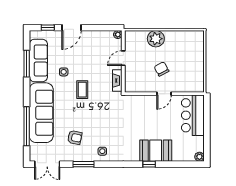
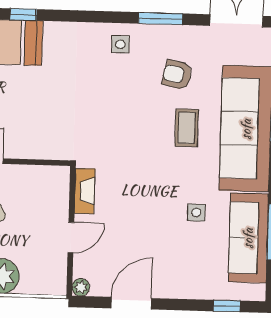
door: (71, 28) -> (131, 303), moved
coffee table: (82, 90) -> (187, 128), moved

